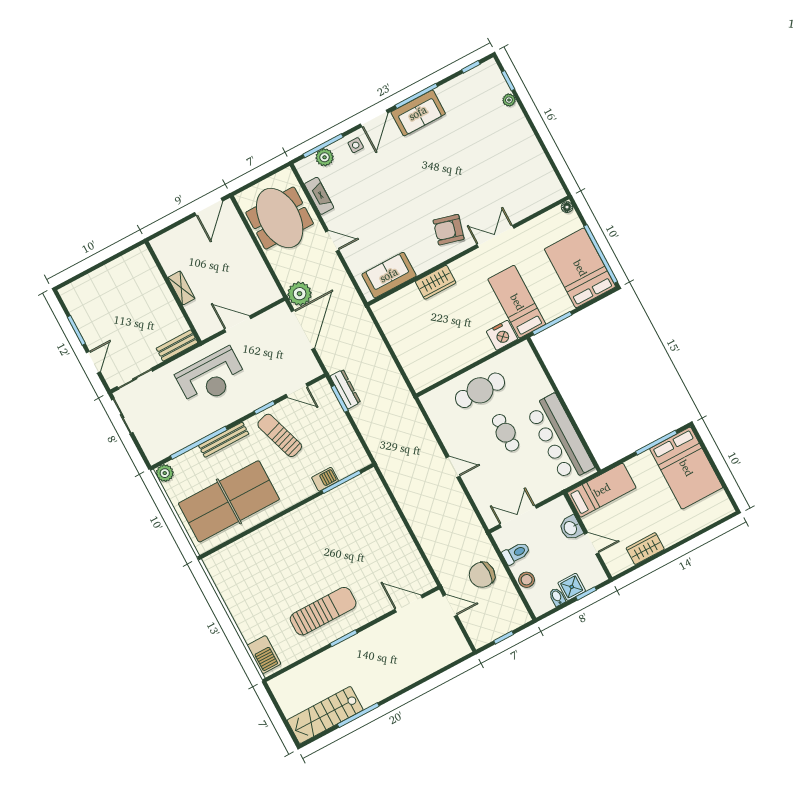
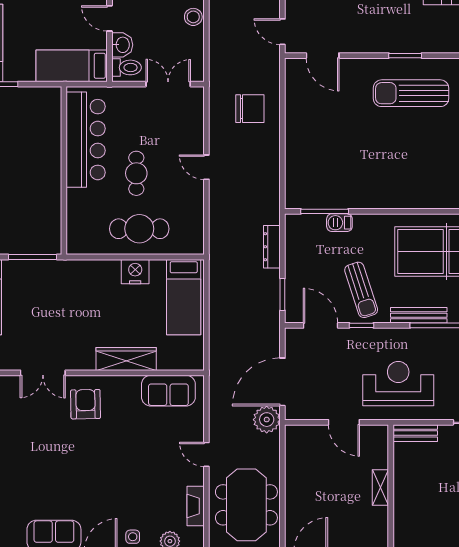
armchair: (449, 230) -> (86, 404), turned -106
wardrobe: (436, 282) -> (126, 359), width x1.50
bed: (517, 302) -> (184, 297), moved
nightstand: (502, 335) -> (135, 272), moved
dresser: (345, 389) -> (272, 247), moved
door: (297, 390) -> (321, 325), width x1.37
double door: (518, 516) -> (168, 84), swing flipped
toilet: (516, 553) -> (126, 67), moved, turned 180
chair: (482, 575) -> (250, 109), moved

